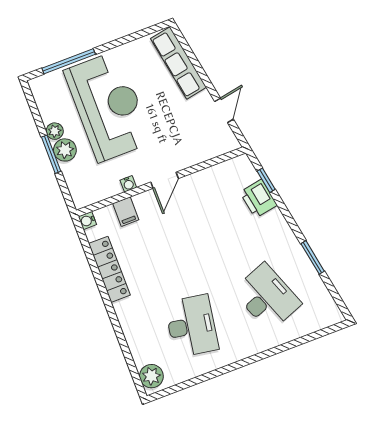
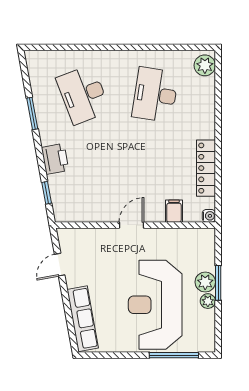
water cooler: (128, 184) -> (163, 234), removed
printer: (259, 199) -> (55, 159), moved

